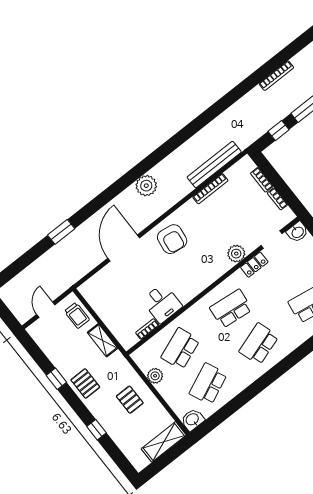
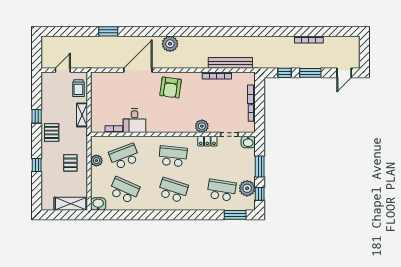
plant: (146, 186) -> (170, 44), moved
school desk: (259, 344) -> (173, 190), turned 36
school desk: (208, 384) -> (124, 190), turned 48

